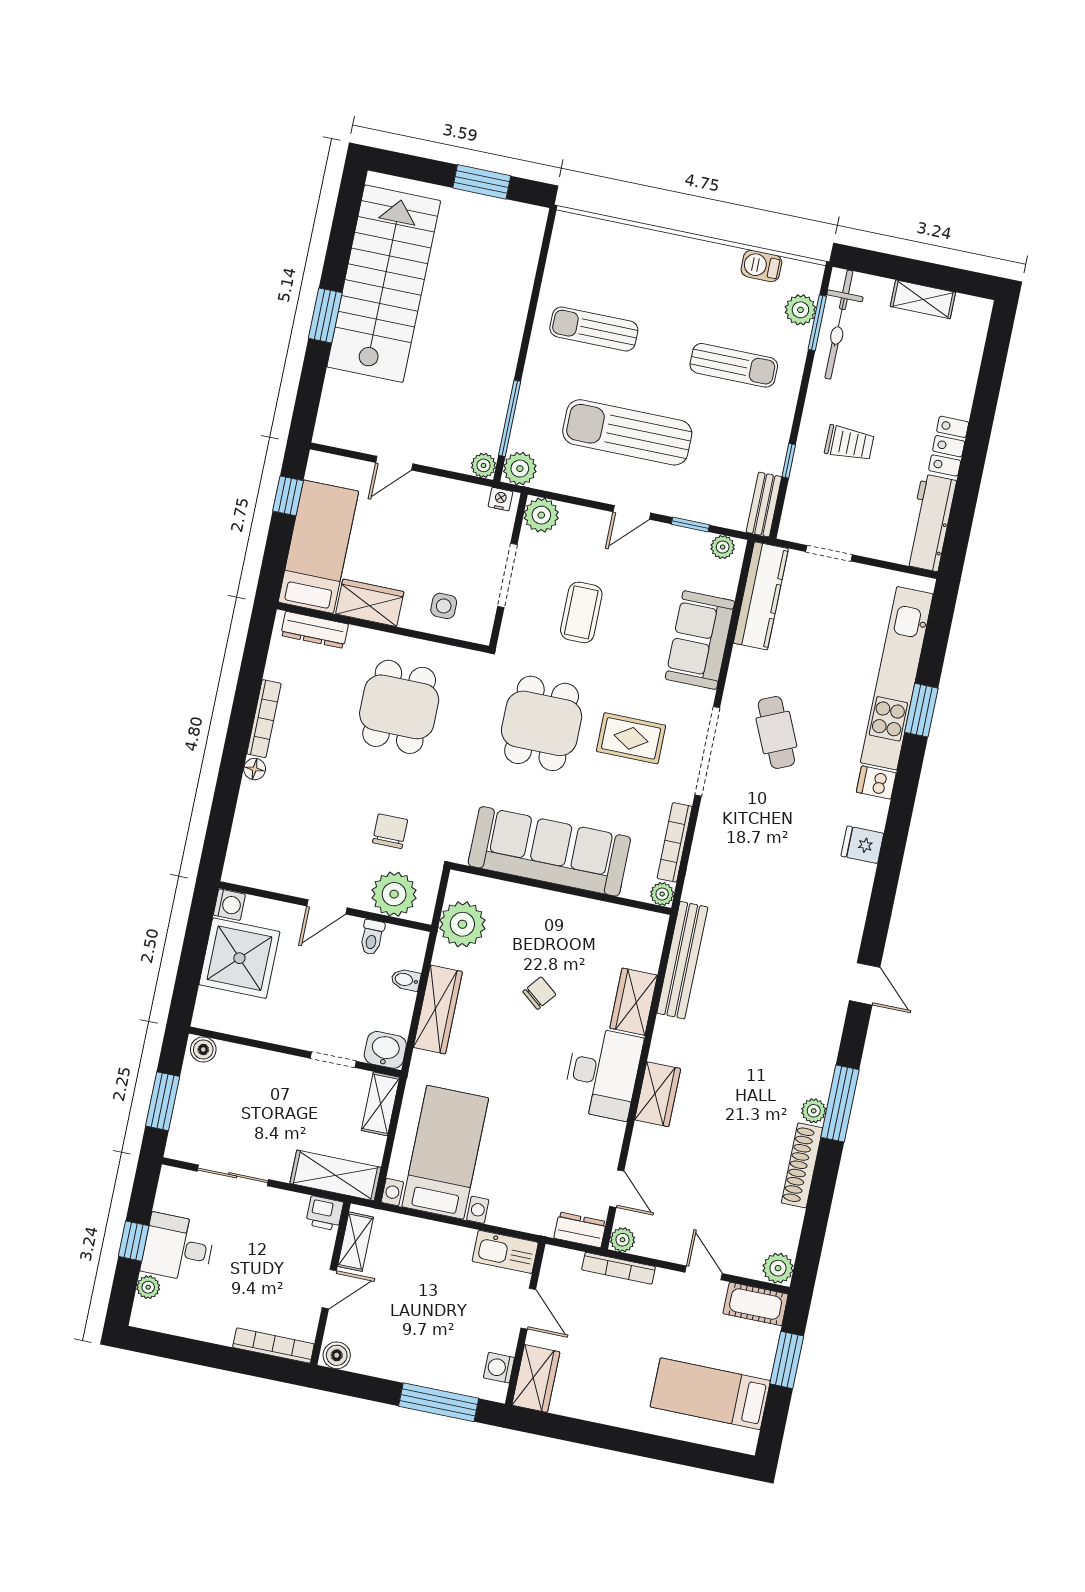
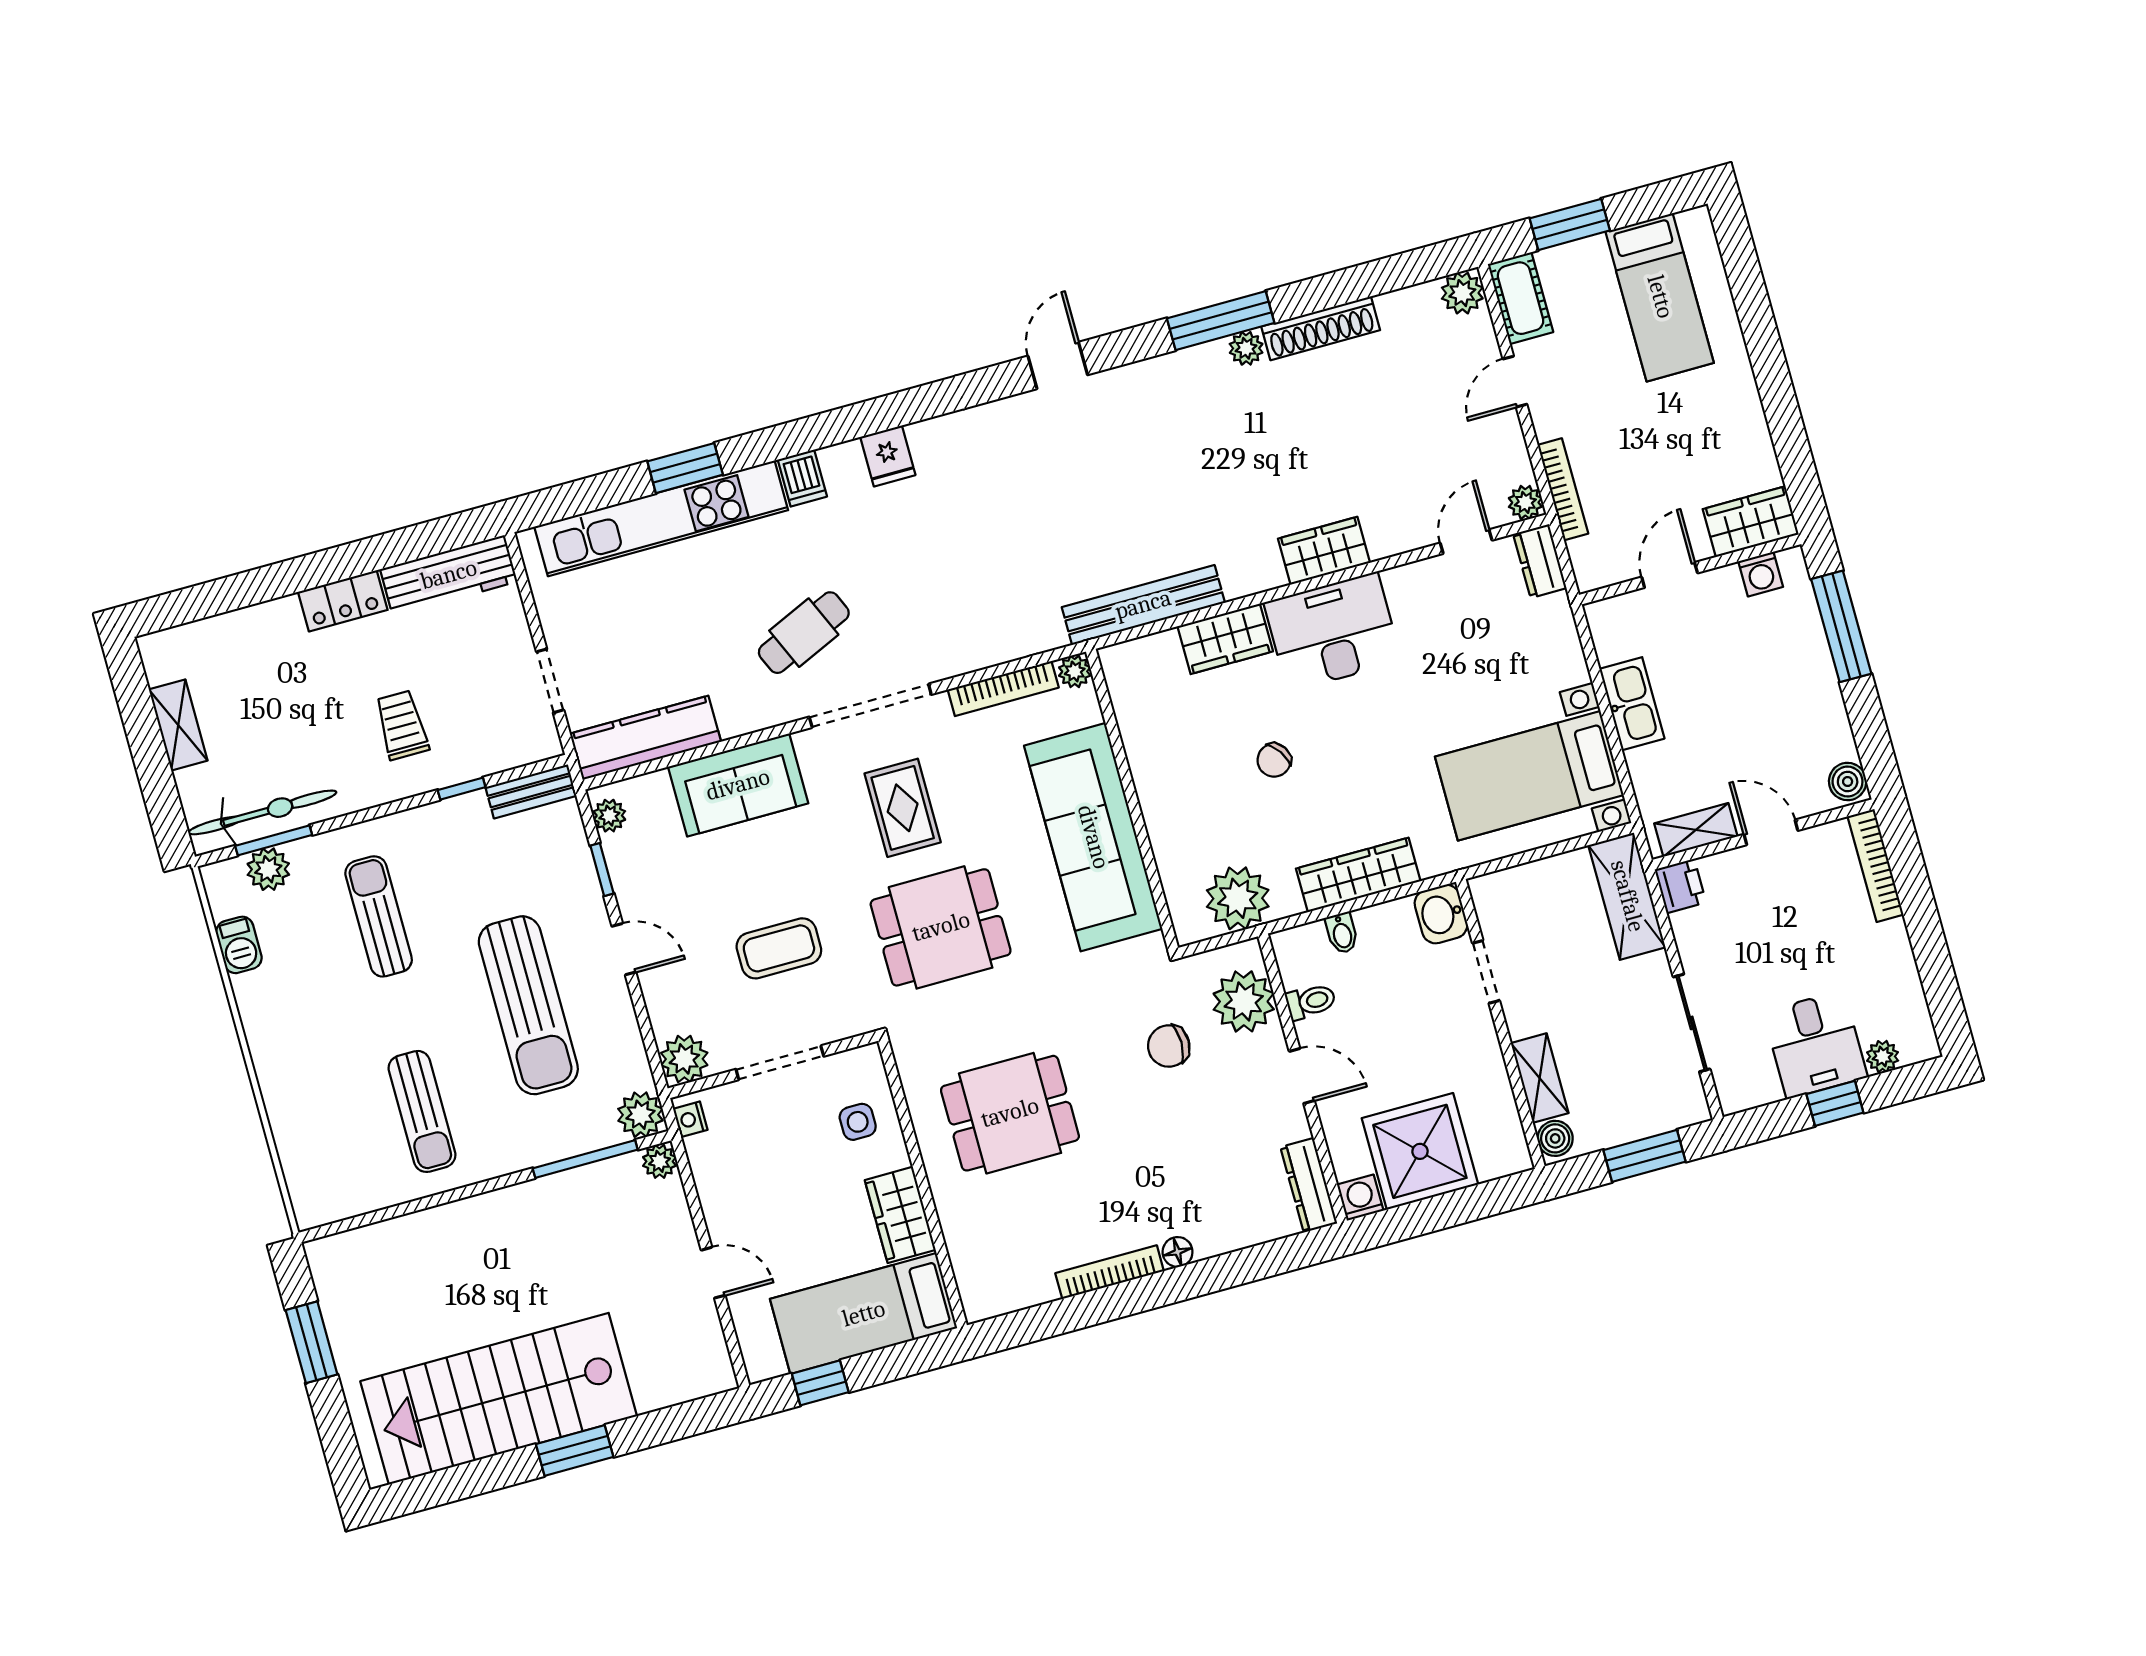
dresser: (315, 630) -> (1309, 1185), moved, turned 180
chair: (539, 993) -> (1274, 760), turned -73
shelving: (381, 1104) -> (1540, 1078), moved, turned 90
kitchen sink: (505, 1252) -> (1632, 704), moved

